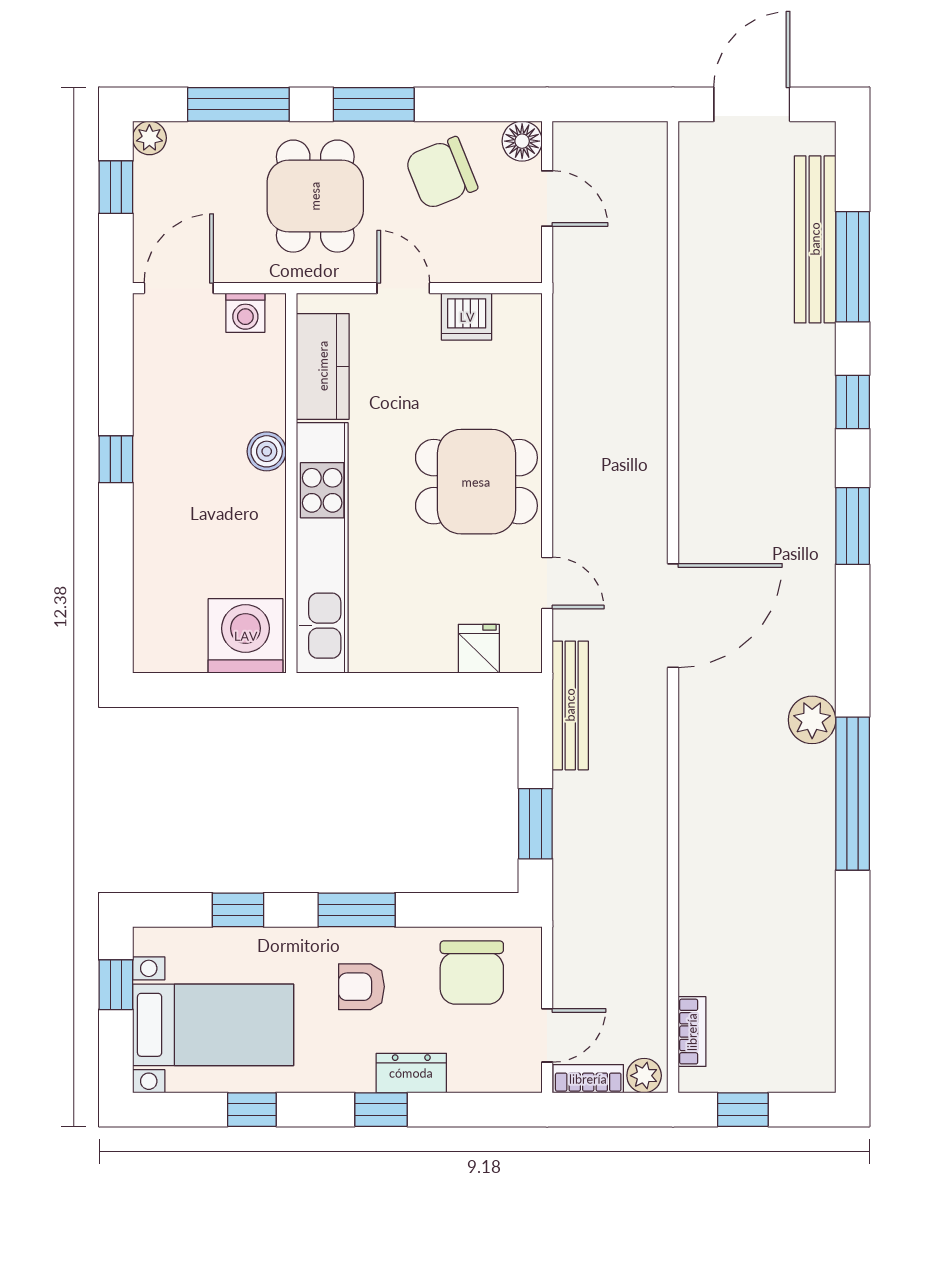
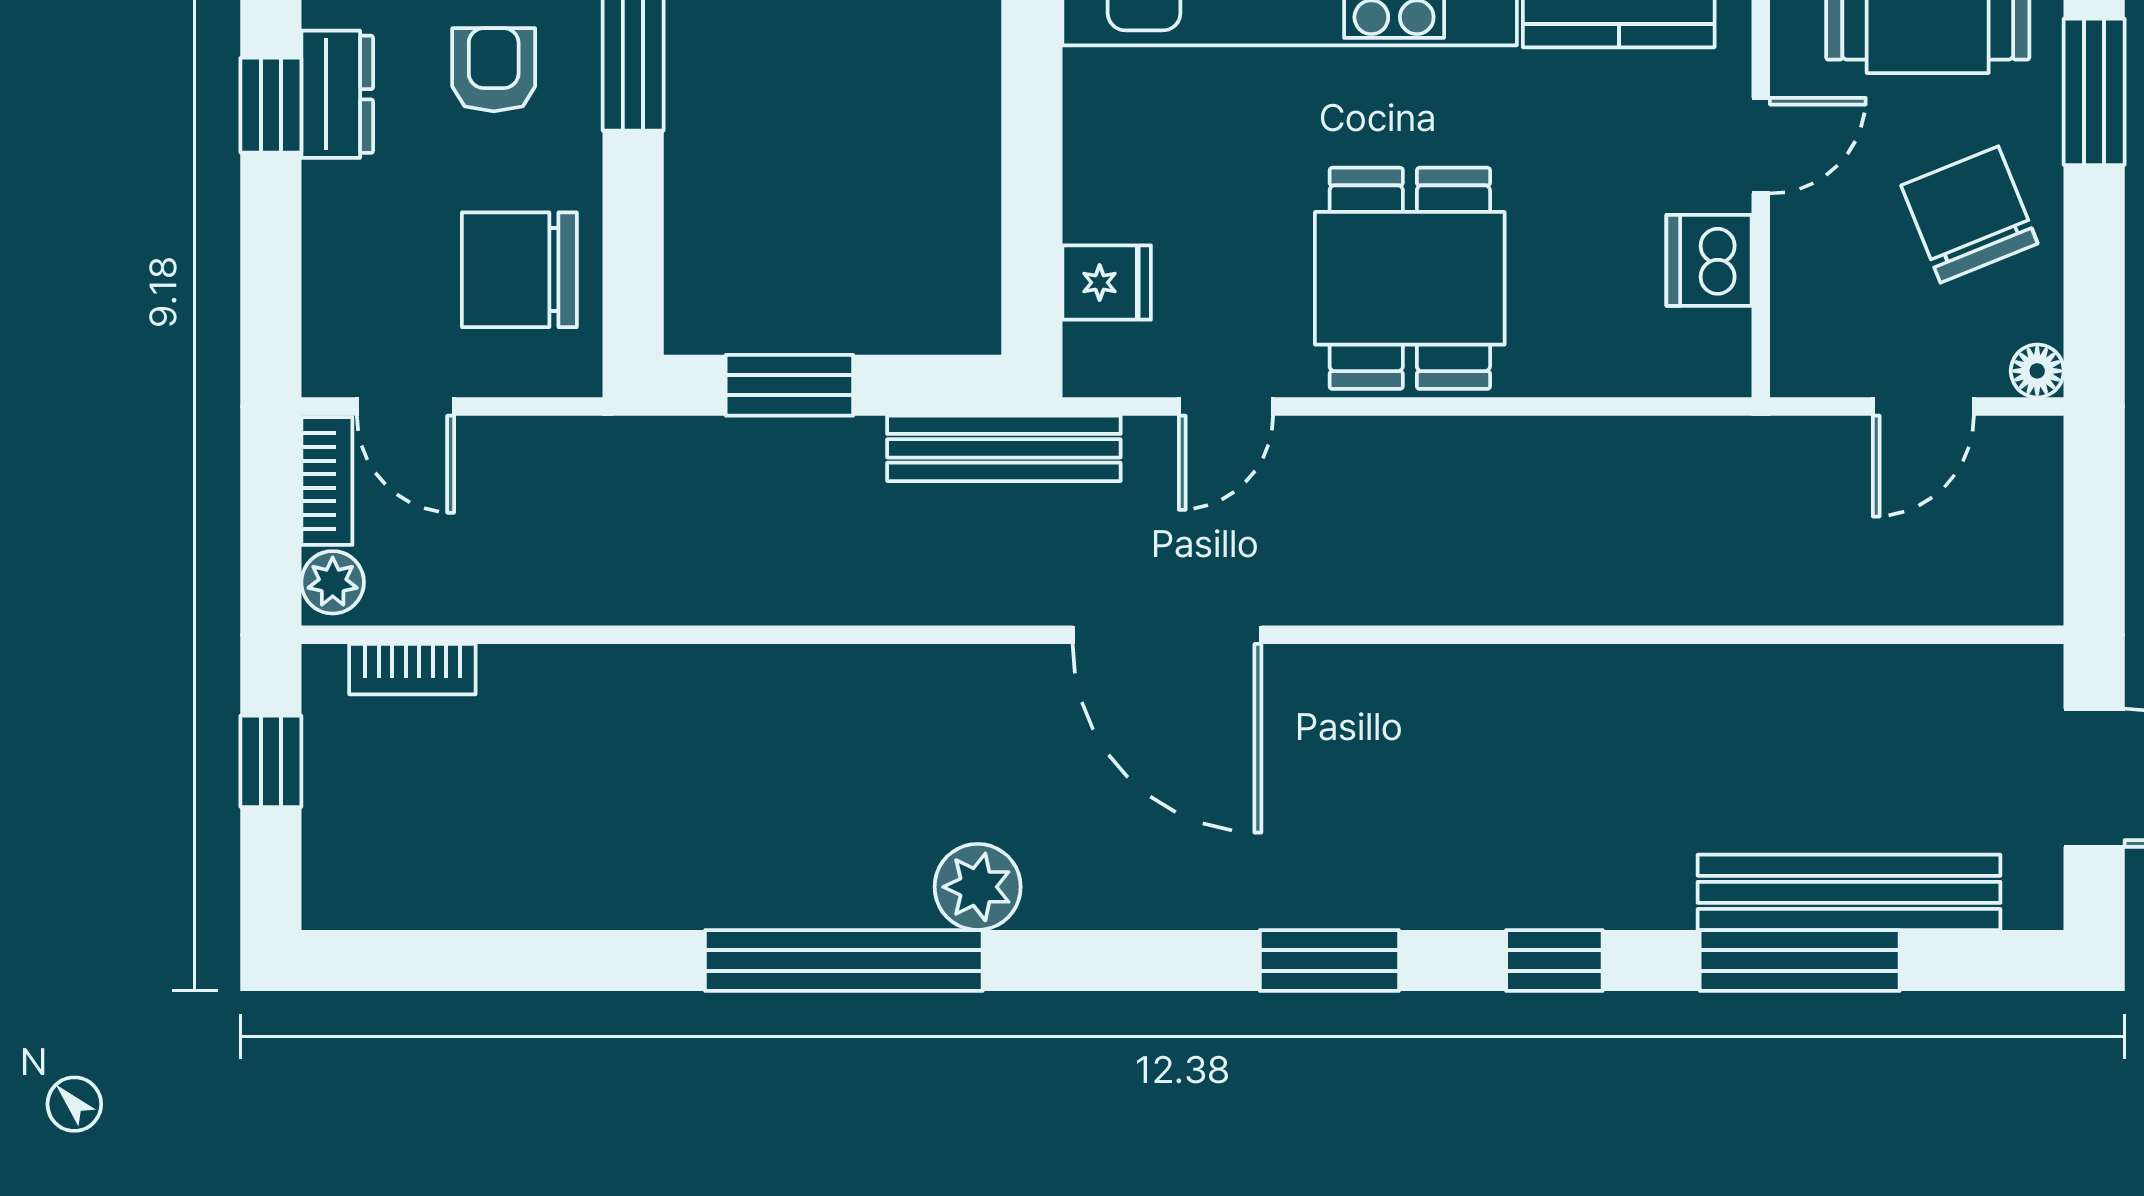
floor lamp: (522, 141) -> (2037, 371), width x0.73, depth x0.73
dresser: (411, 1073) -> (337, 94), moved

